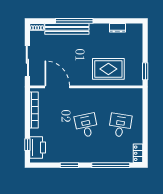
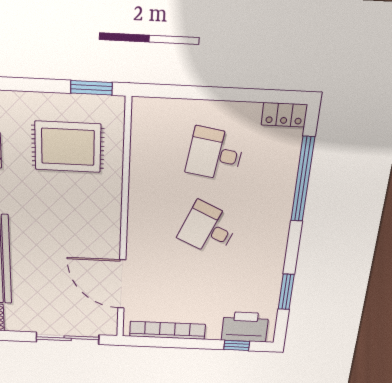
rug: (108, 69) -> (68, 147), moved, turned 90
door: (57, 87) -> (122, 284), hinge flipped
desk: (86, 125) -> (208, 229), turned 36
window: (69, 165) -> (286, 292), moved

